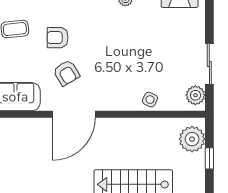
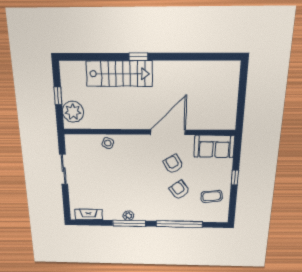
armchair: (58, 38) -> (179, 190), turned -127
plant: (195, 95) -> (73, 146), removed

